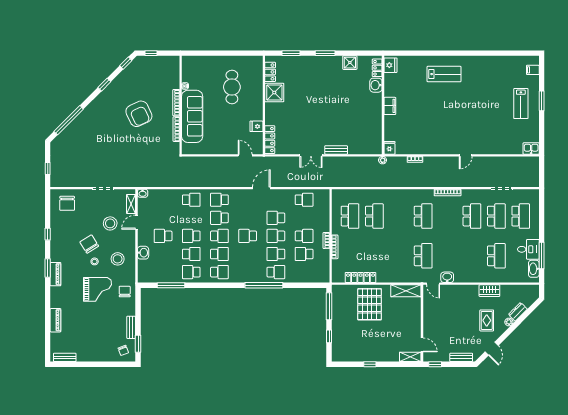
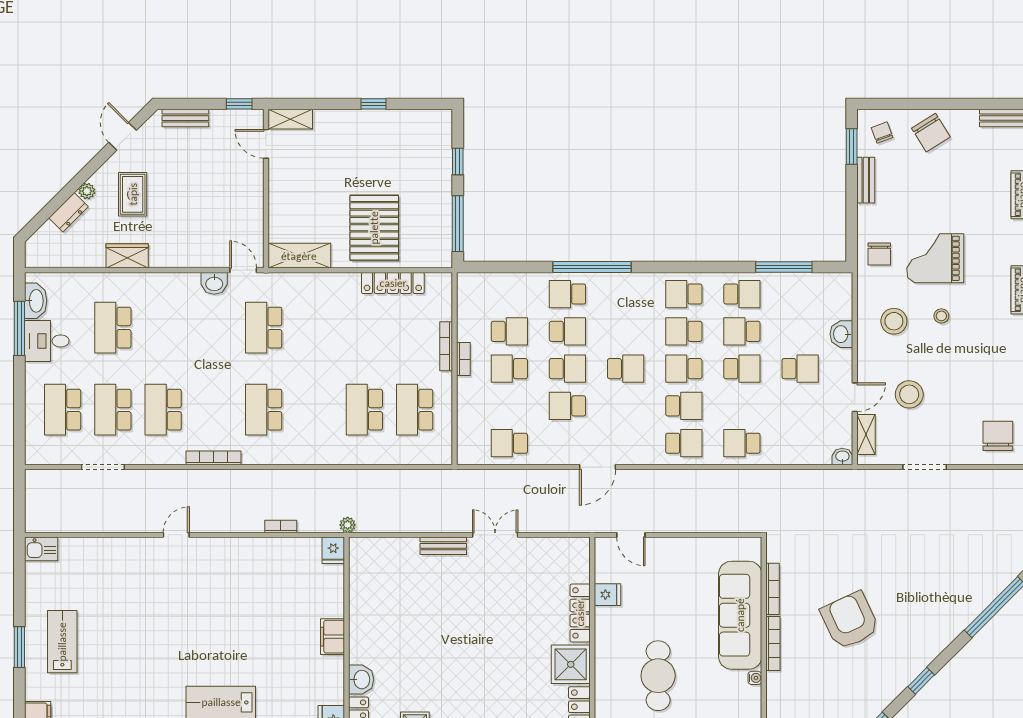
locker: (270, 140) -> (580, 613), moved
school desk: (276, 218) -> (567, 406), turned 180
chair: (89, 244) -> (931, 133), moved

